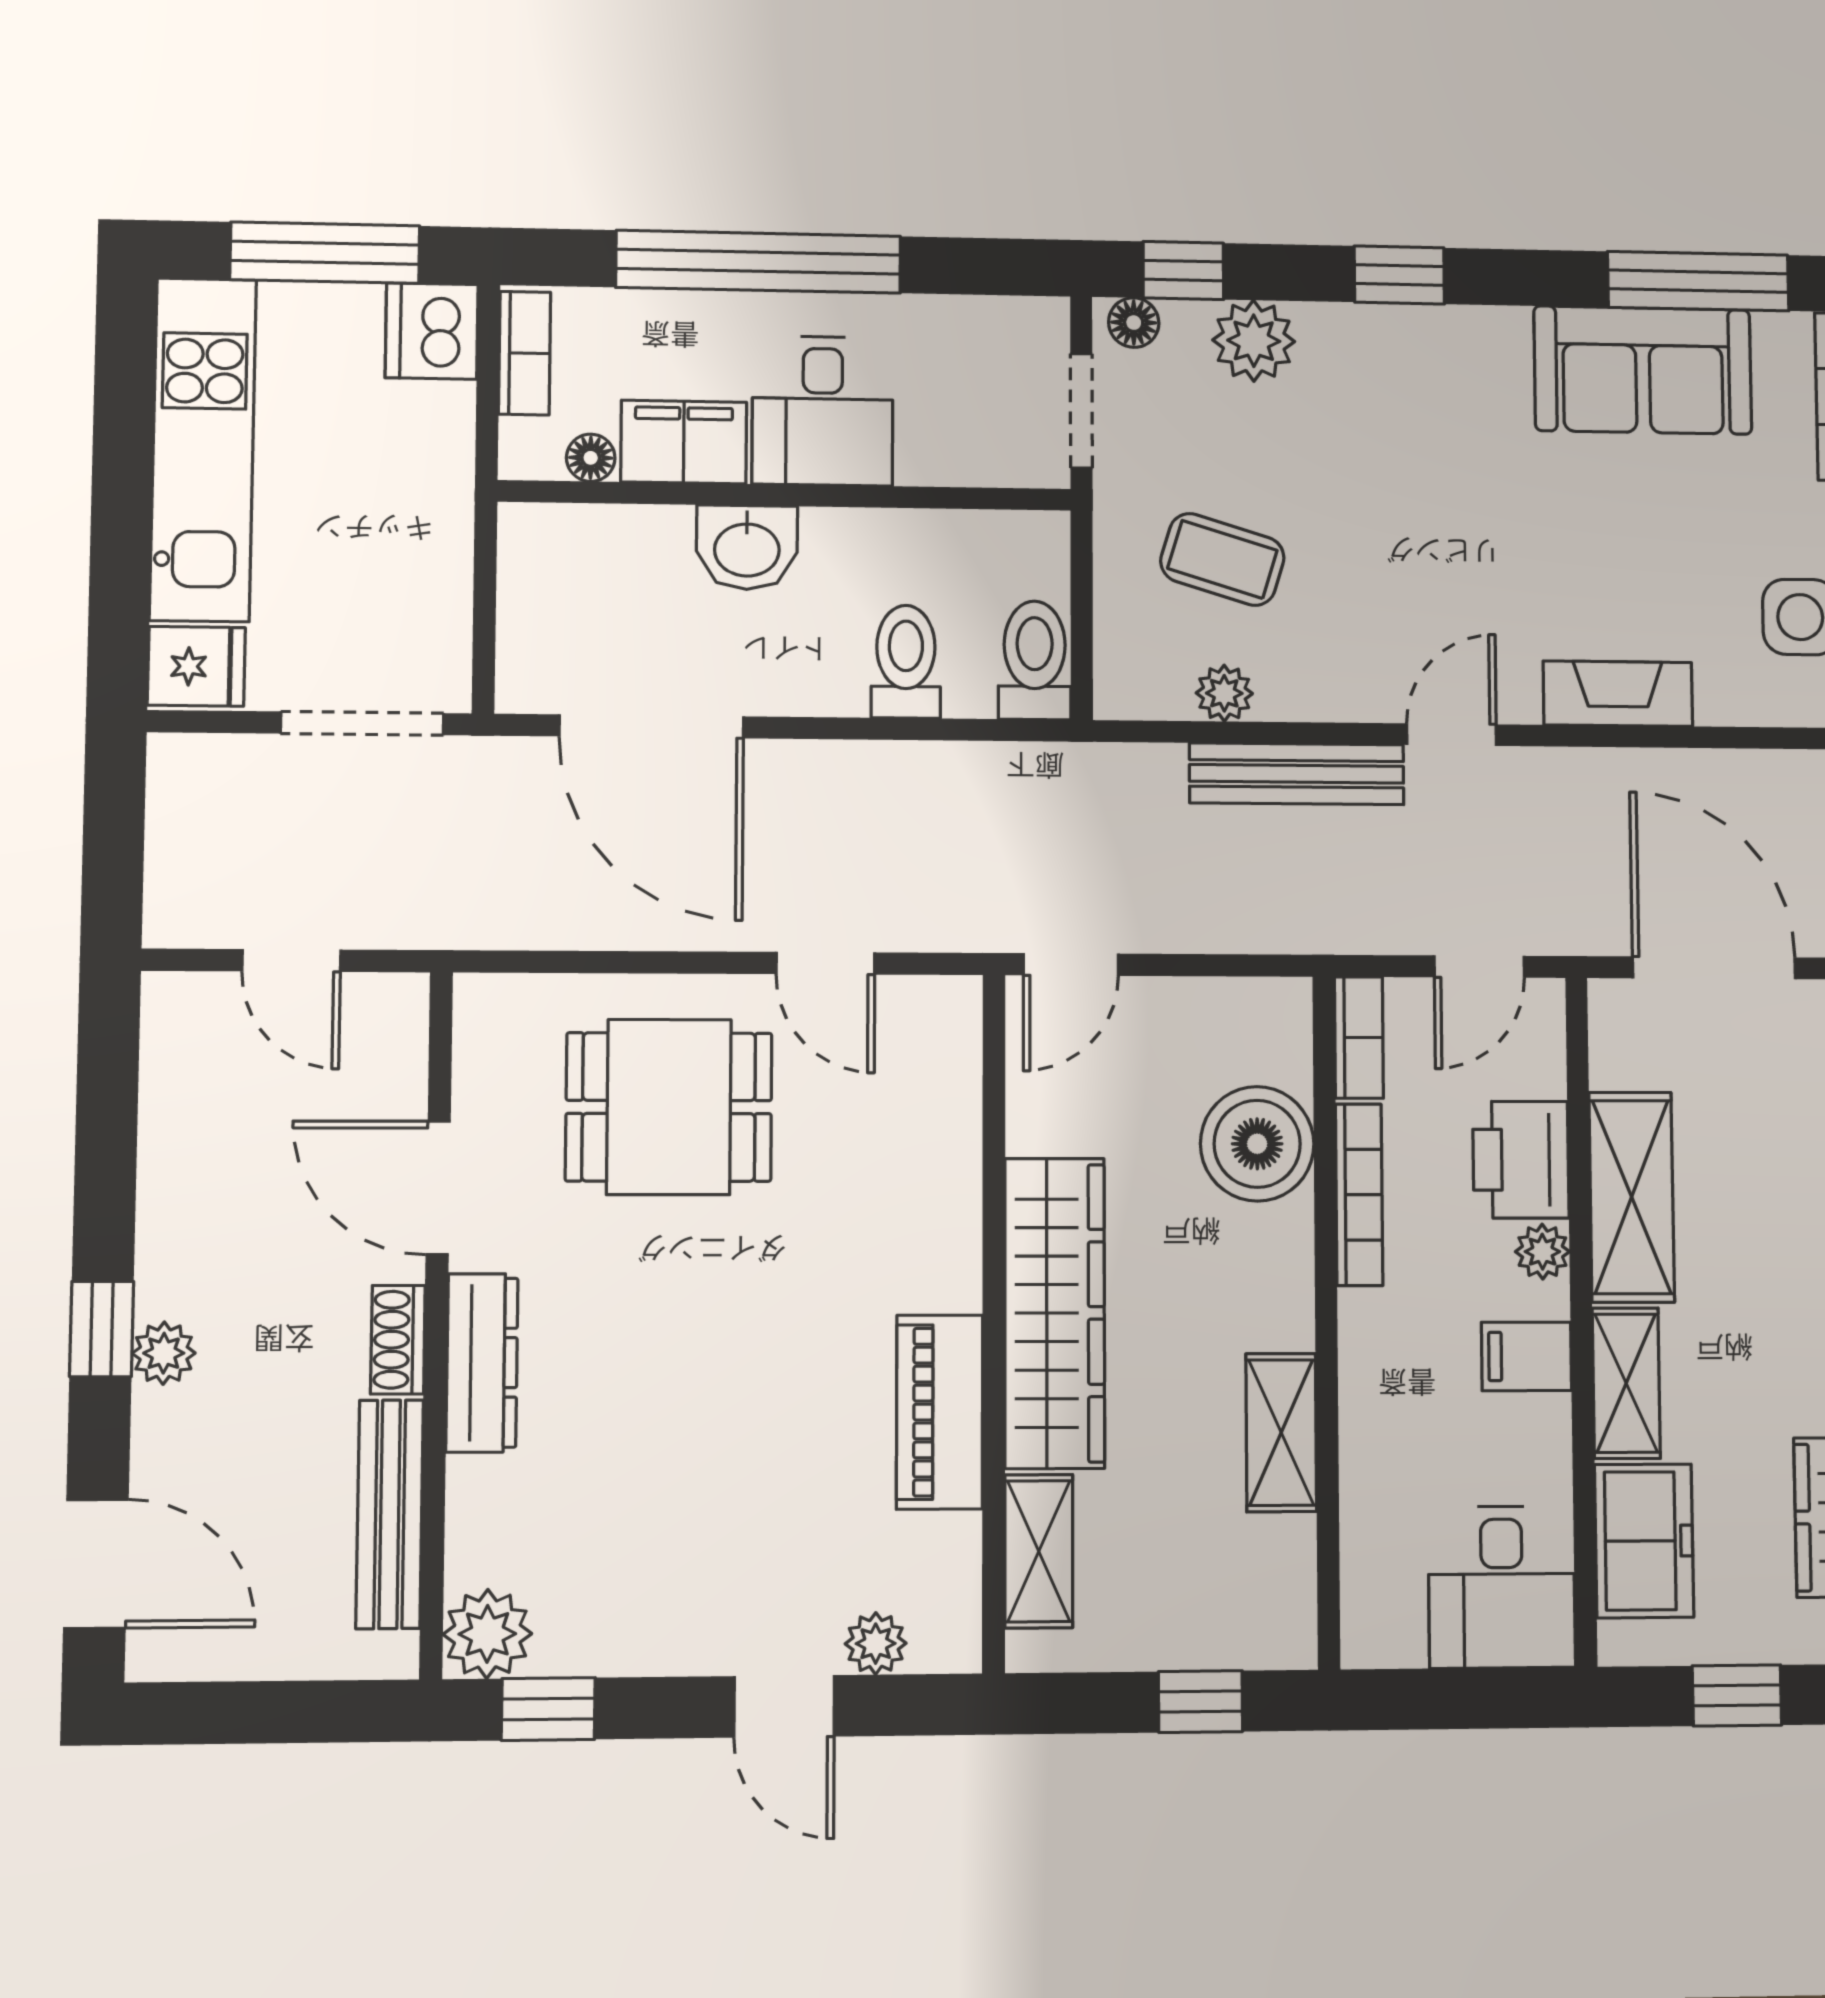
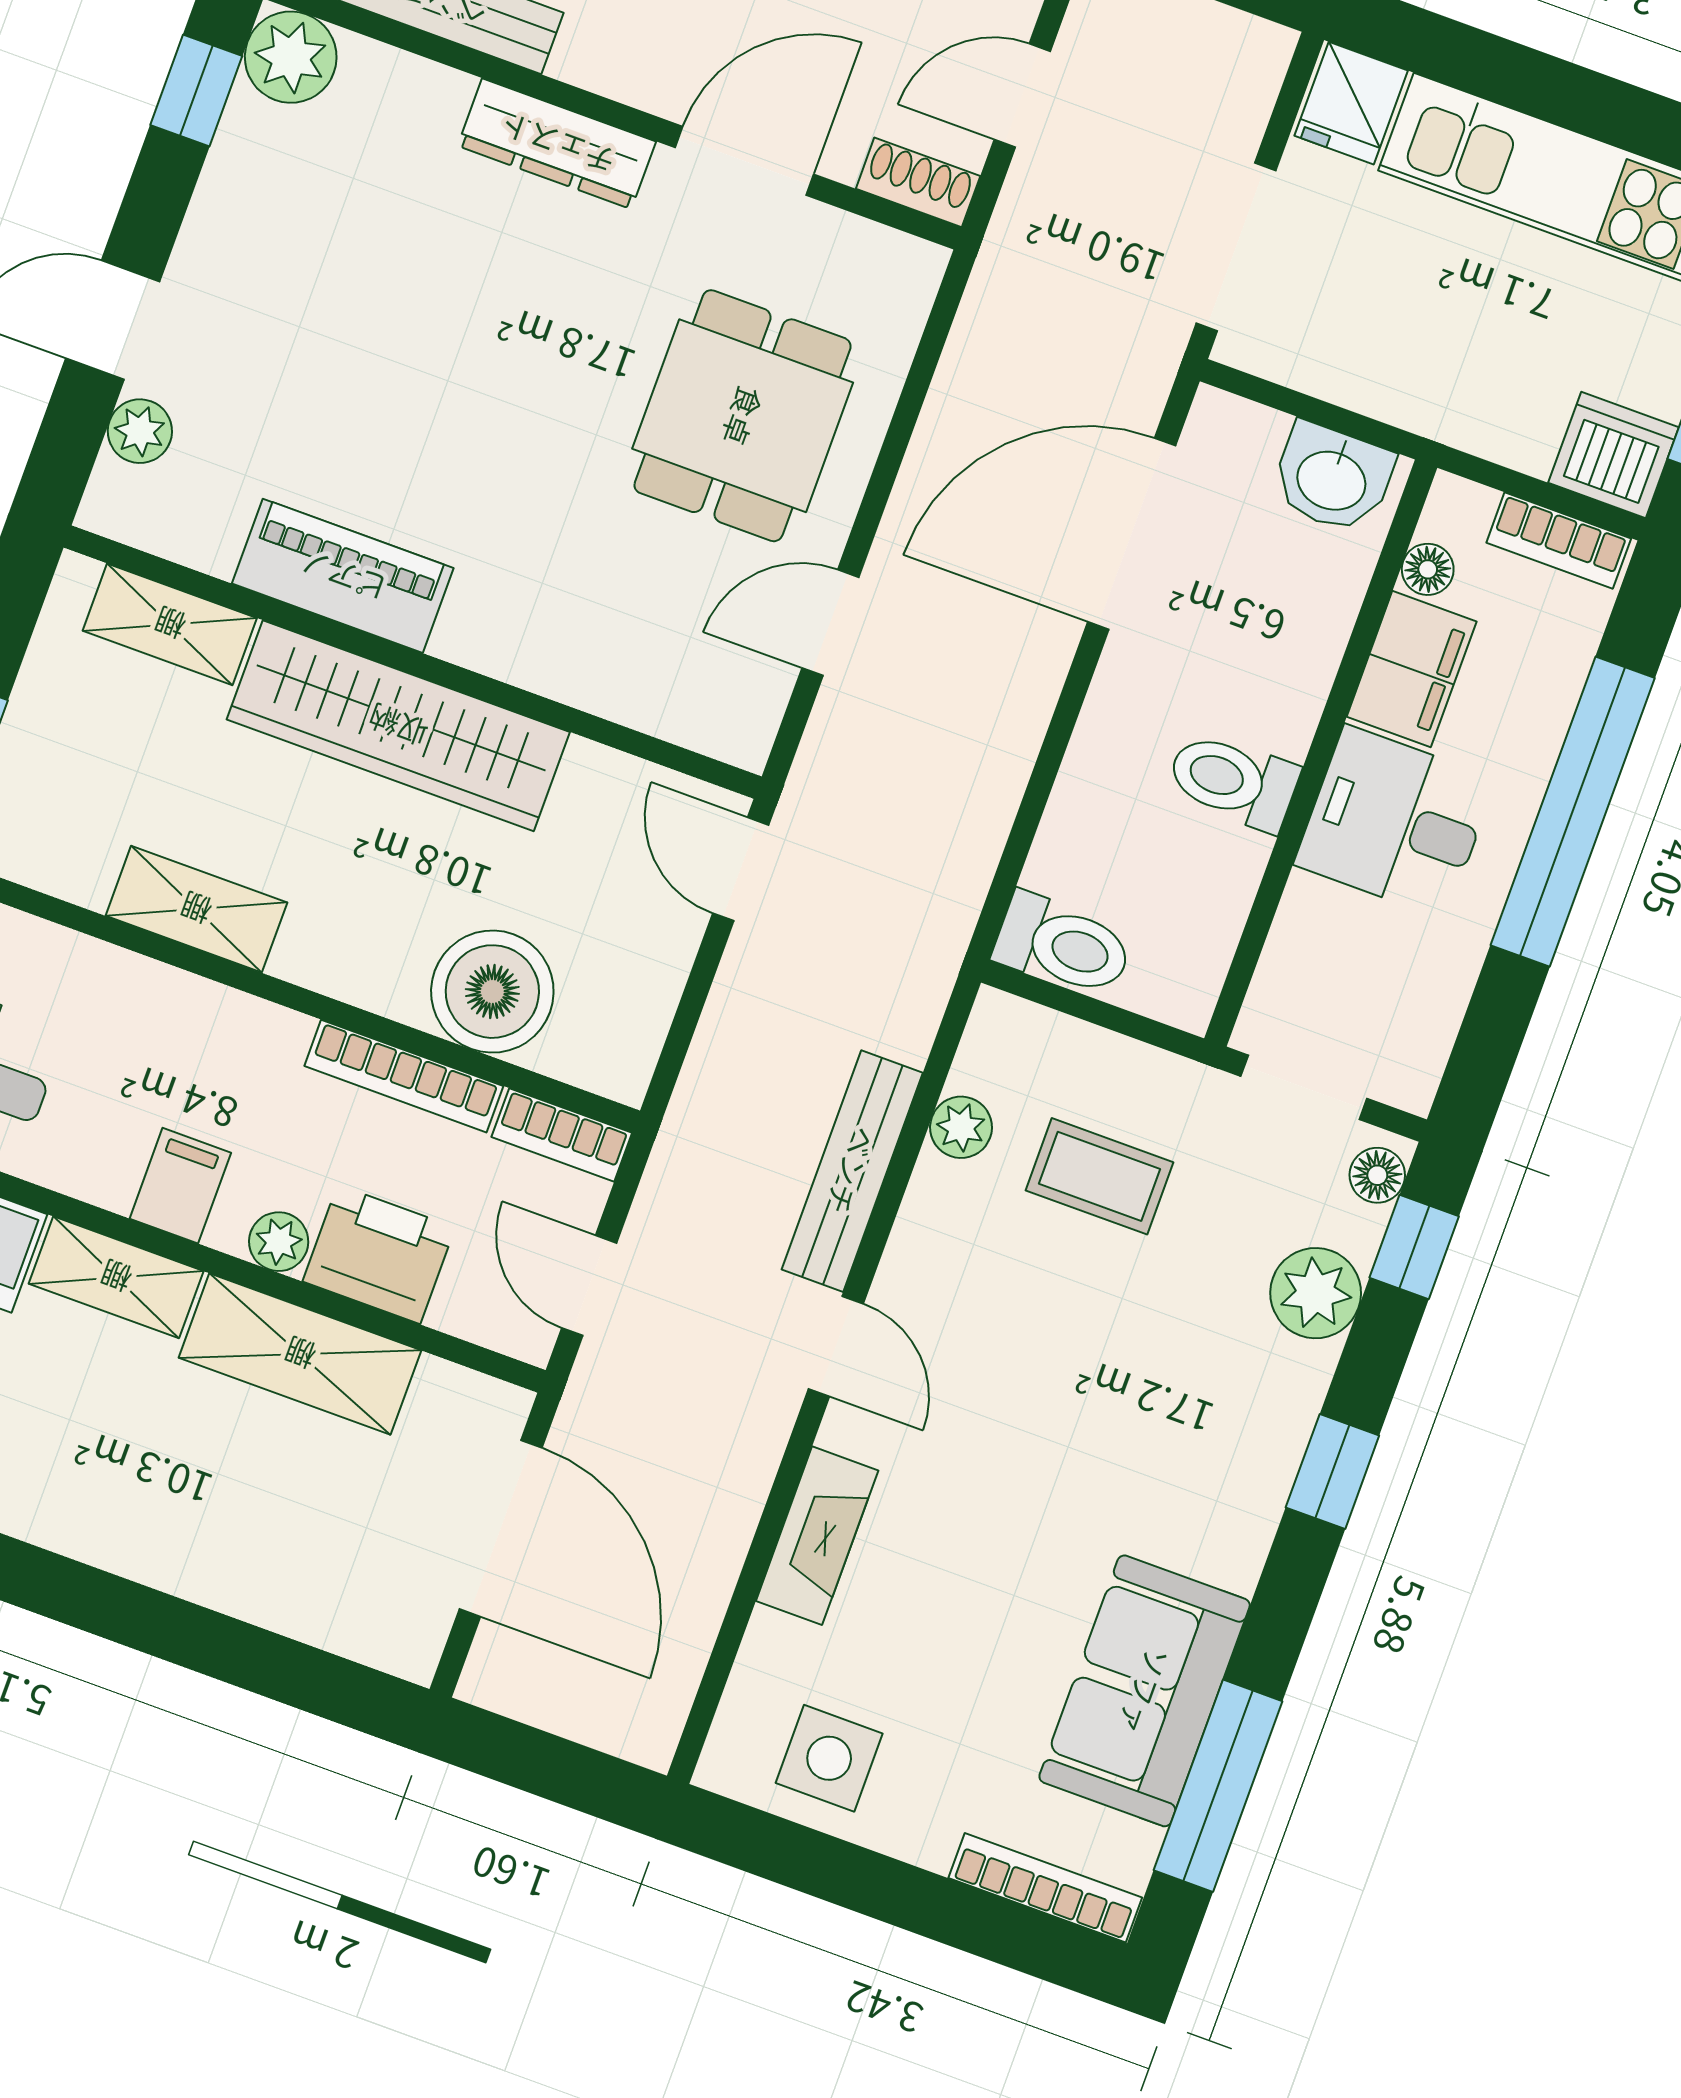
washbasin: (747, 547) -> (1332, 478), moved, turned -90
coffee table: (1222, 559) -> (1100, 1176), turned 73
toilet: (906, 662) -> (1233, 781), moved, turned 180
door: (1714, 968) -> (501, 1528), hinge flipped
shoe rack: (398, 1340) -> (918, 182), moved

